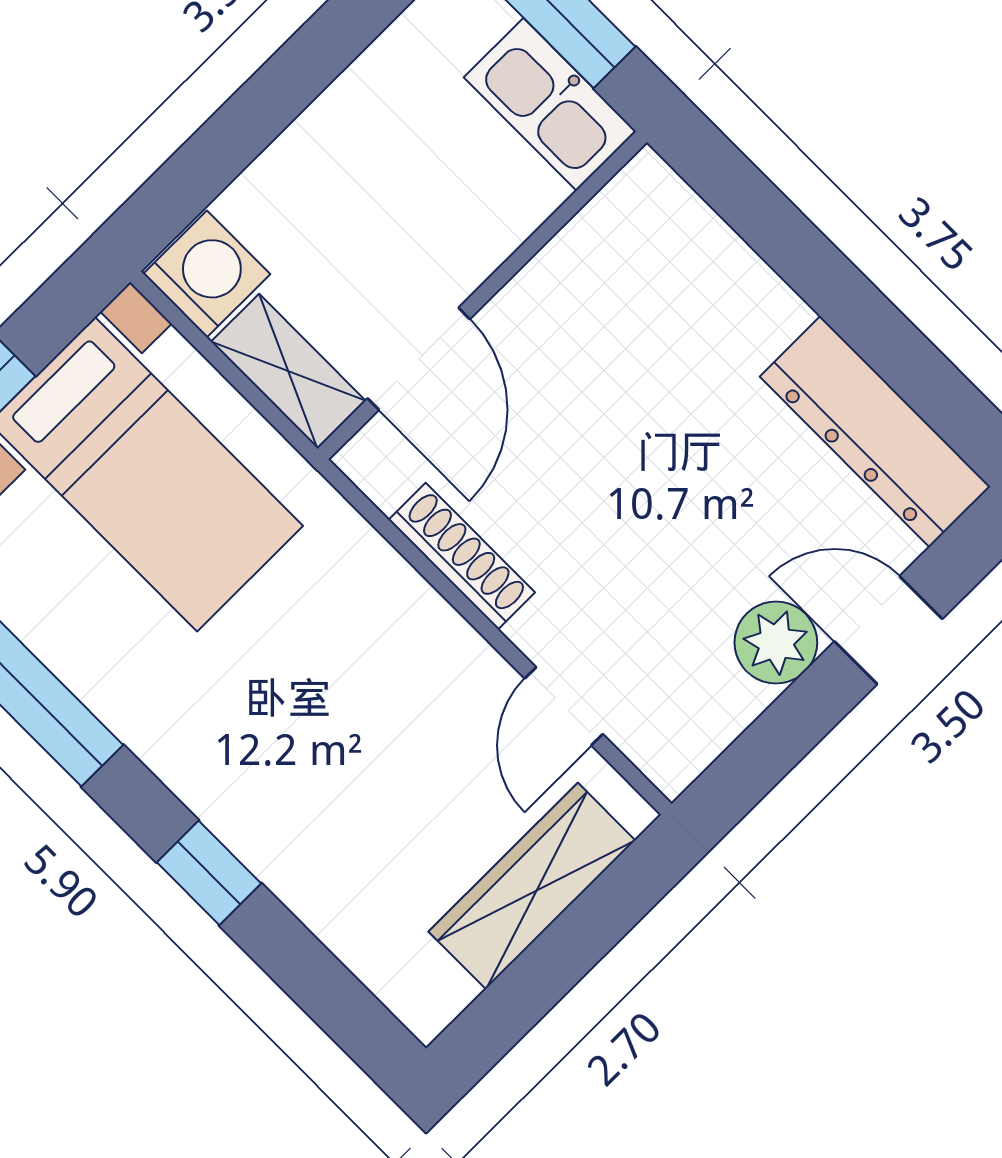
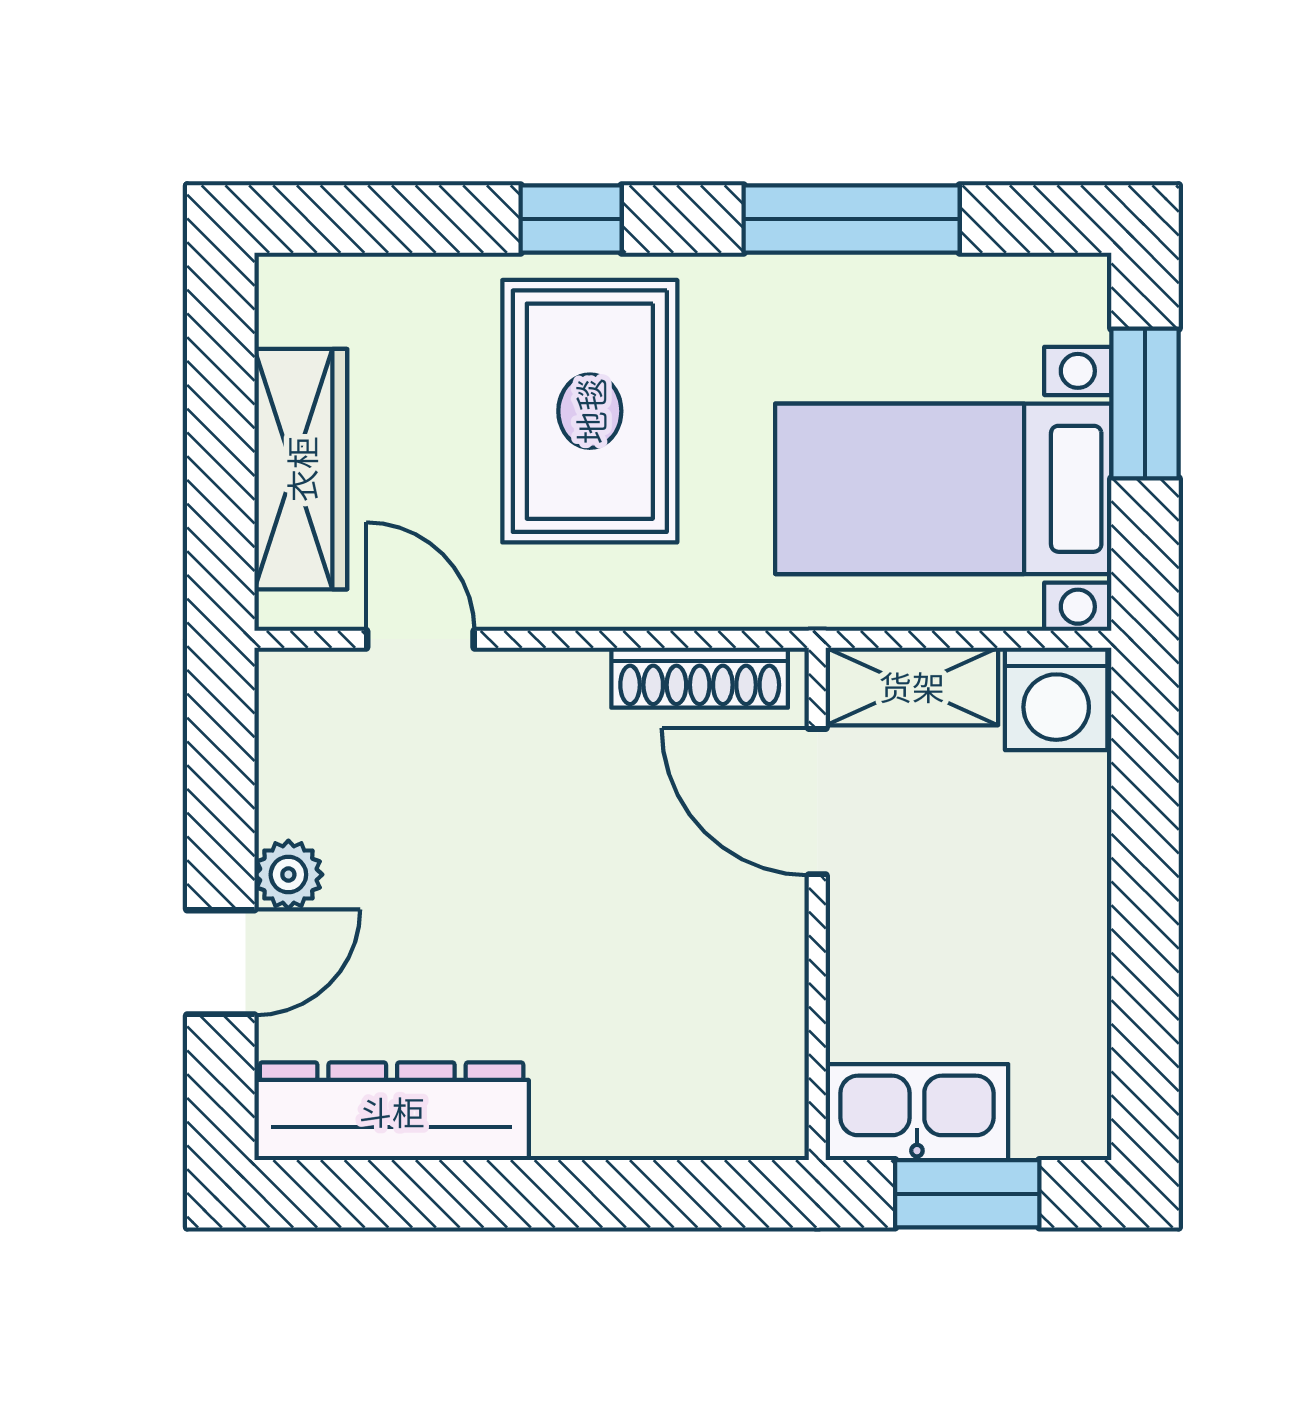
shoe rack: (462, 556) -> (700, 678), moved
plant: (776, 642) -> (288, 875), width x0.73, depth x0.73
rug: (317, 742) -> (590, 411), added

